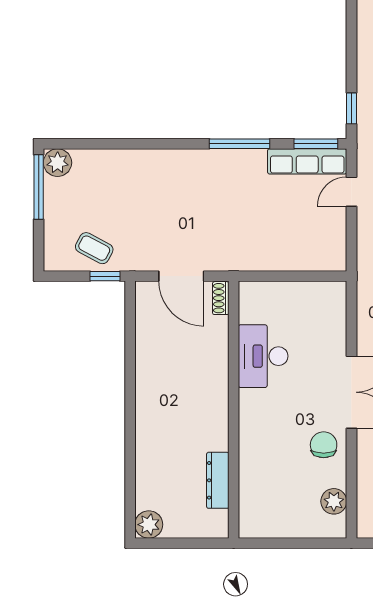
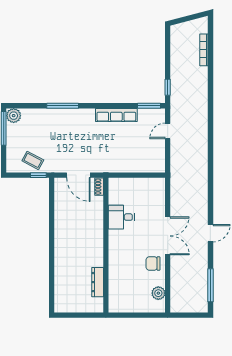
window: (239, 144) -> (63, 106), moved
row of seats: (307, 161) -> (116, 115), moved
desk: (263, 356) -> (121, 217), width x0.73
chair: (324, 445) -> (153, 263), turned -90
plant: (149, 525) -> (61, 305), removed

